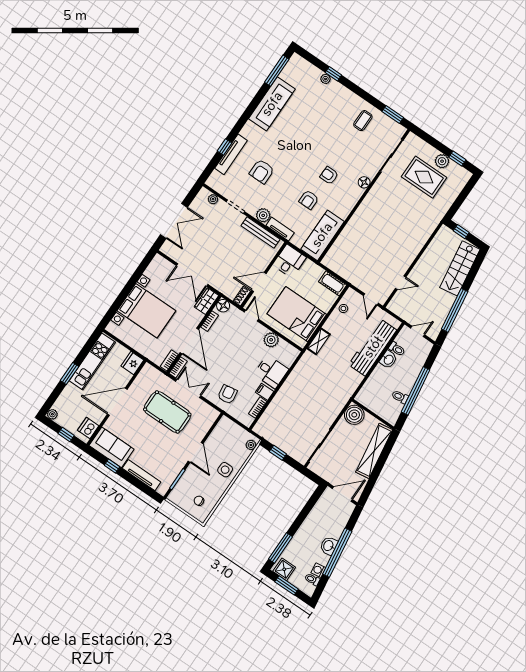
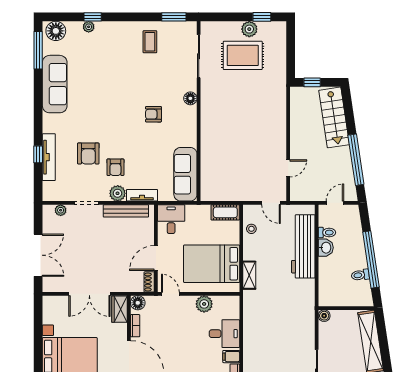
floor lamp: (299, 65) -> (56, 31), added
armchair: (309, 200) -> (115, 167), moved
boiler: (354, 415) -> (324, 316), width x0.54, depth x0.54

